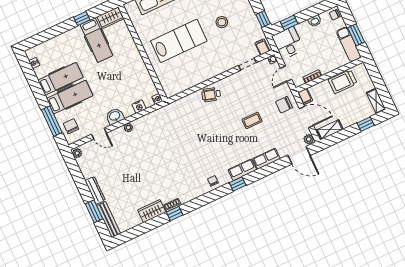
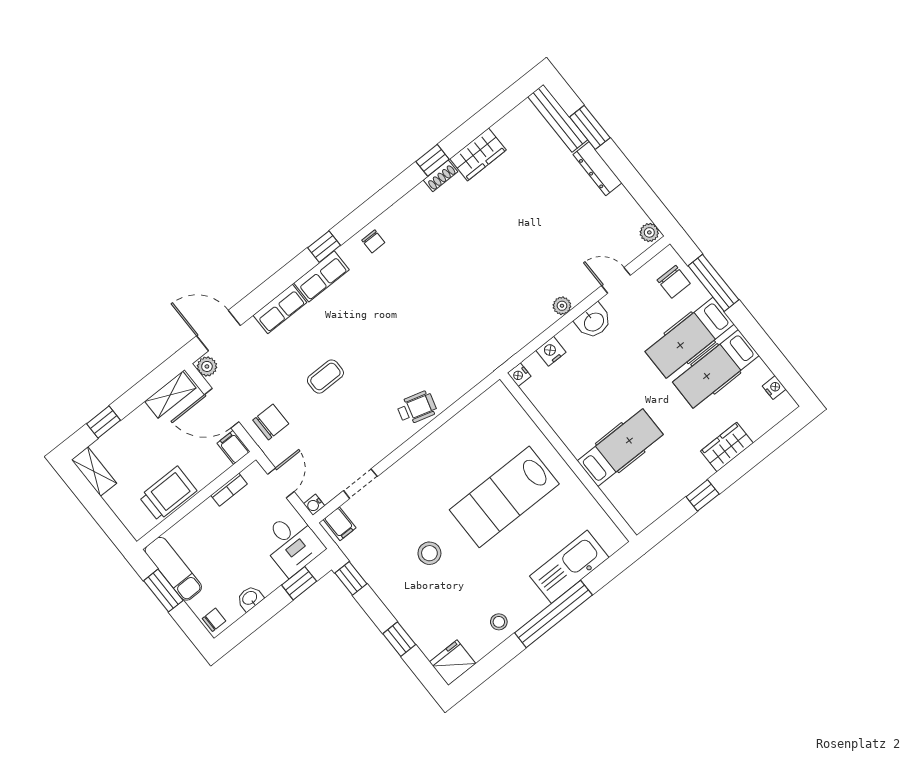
wardrobe: (110, 18) -> (727, 447), moved
hospital bed: (96, 40) -> (620, 448), moved, turned 90

